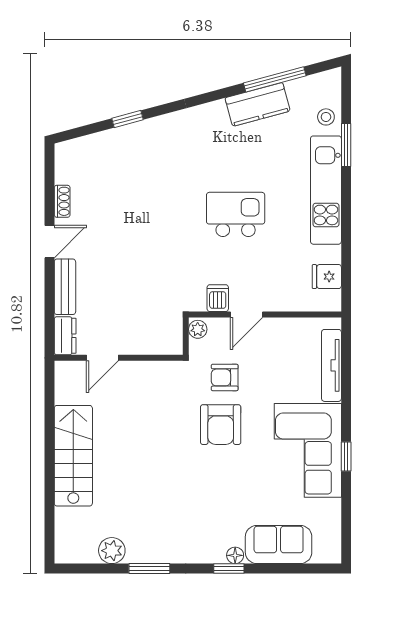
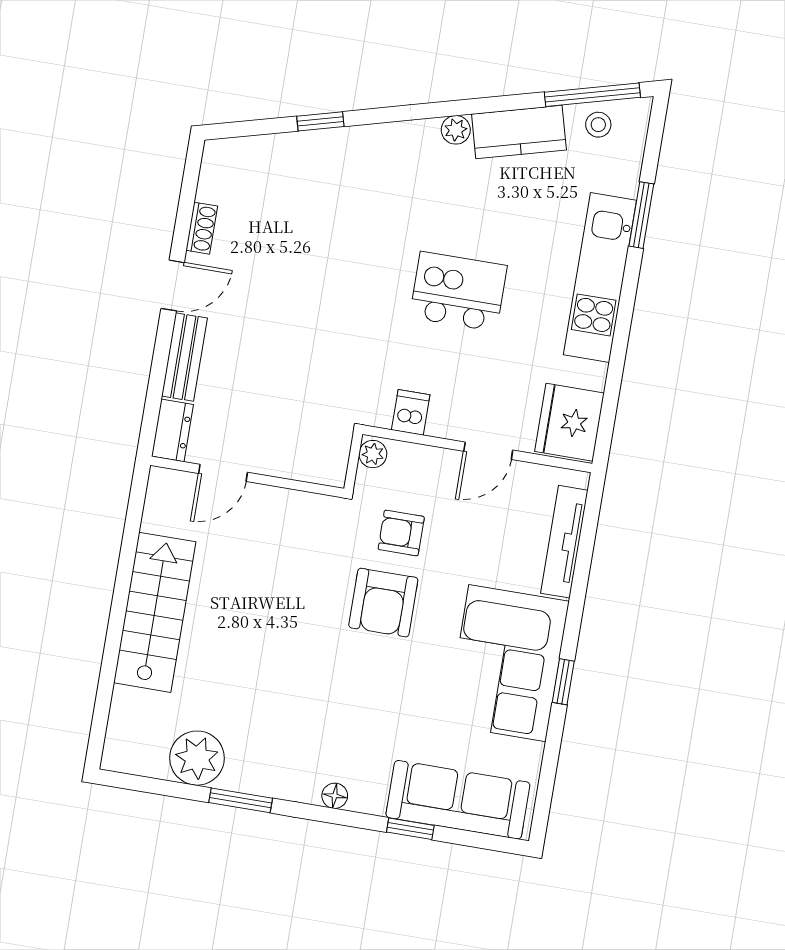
window: (275, 79) -> (592, 95), moved
plant: (216, 110) -> (456, 130), added
stool: (326, 117) -> (598, 125), moved
fridge: (327, 277) -> (569, 422), width x1.88, depth x1.34
door: (246, 315) -> (488, 451), moved
sofa: (279, 545) -> (458, 800), width x1.36
plant: (112, 551) -> (197, 758), width x1.36, depth x1.36
floor lamp: (235, 555) -> (335, 796), moved
window: (229, 568) -> (410, 829), moved

